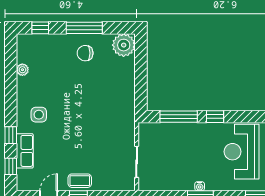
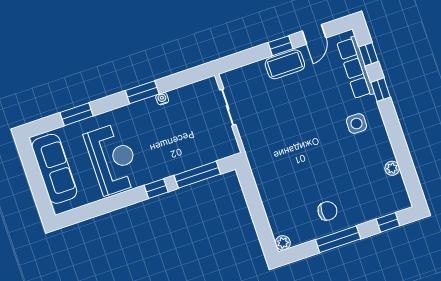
plant: (124, 45) -> (283, 243), width x0.53, depth x0.53
row of seats: (25, 151) -> (355, 68), width x1.48
coffee table: (80, 181) -> (285, 64), width x1.36, depth x1.30
water cooler: (200, 186) -> (162, 99), moved

